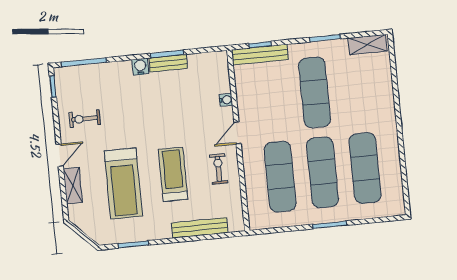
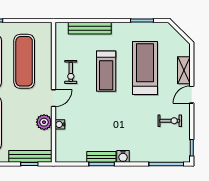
plant: (247, 101) -> (44, 122), added

